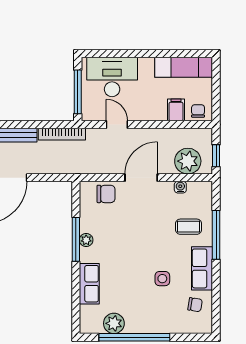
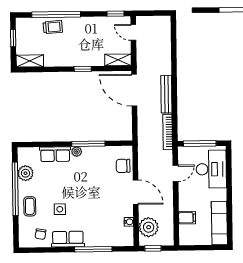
chair: (198, 111) -> (187, 234), removed
chair: (106, 194) -> (123, 166), turned 90
coffee table: (189, 227) -> (30, 206), moved
plant: (86, 240) -> (77, 152), moved

